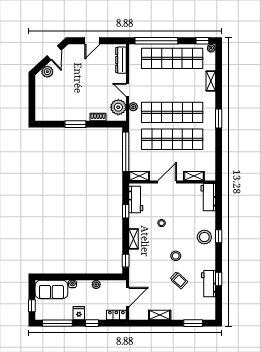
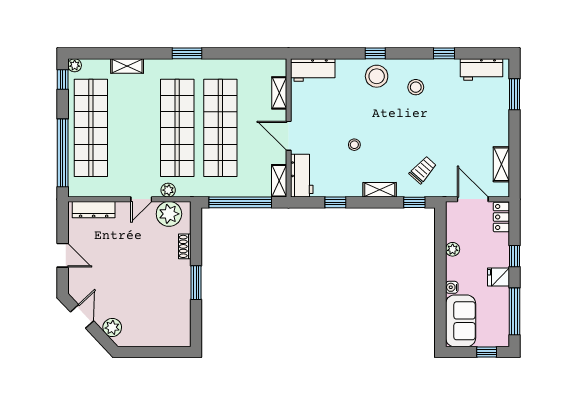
door: (54, 53) -> (82, 316), hinge flipped
workbench: (136, 200) -> (302, 176), moved, turned 90
stool: (176, 256) -> (416, 87), moved
trolley: (179, 280) -> (423, 170), moved
workbench: (209, 284) -> (482, 70), moved
shelving: (160, 315) -> (501, 164), moved

